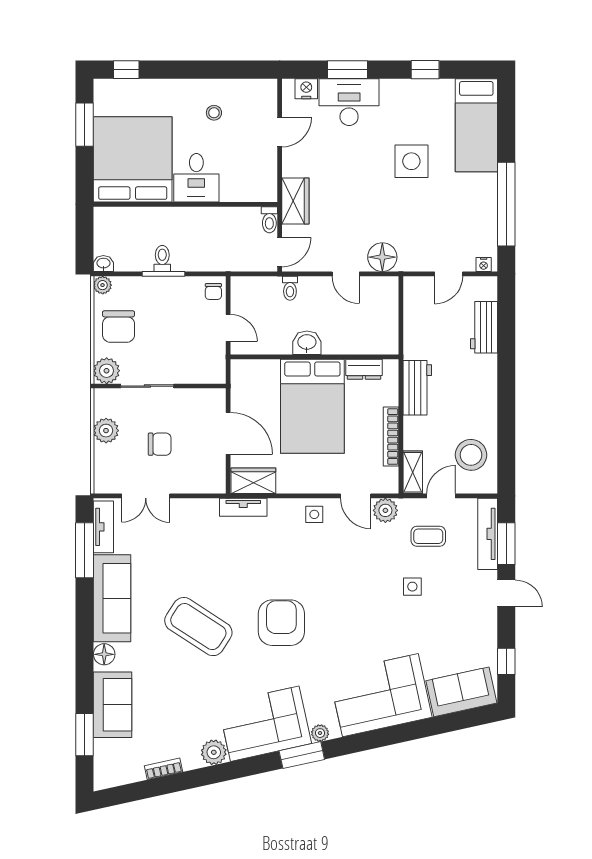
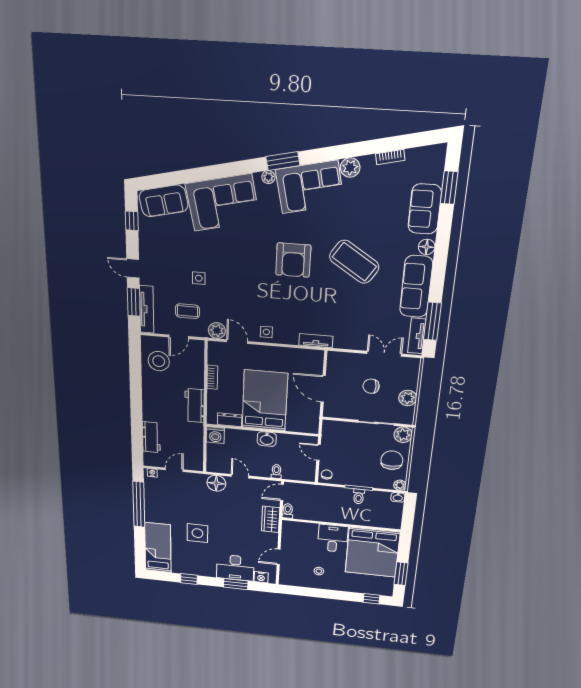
washing machine: (385, 341) -> (215, 435), added
bookcase: (391, 437) -> (212, 377), width x0.64
shelving: (413, 472) -> (198, 354), removed
wardrobe: (253, 481) -> (308, 357), removed

